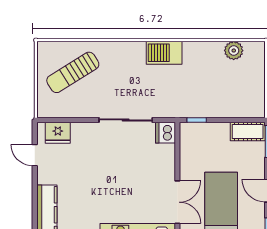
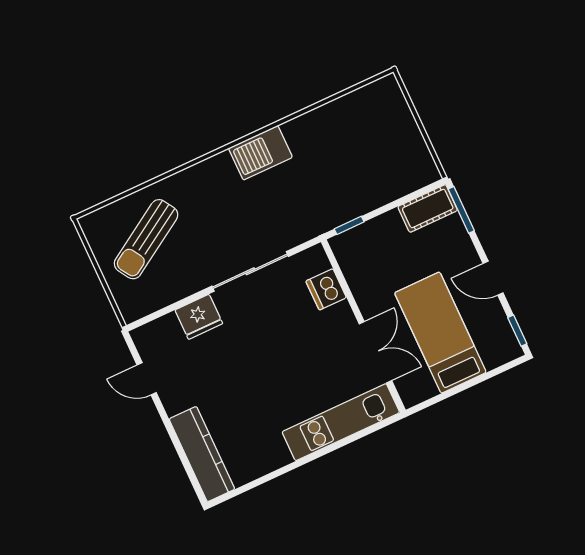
plant: (234, 51) -> (356, 105), removed
fridge: (58, 133) -> (199, 317), moved
dishwasher: (165, 133) -> (326, 289), moved

